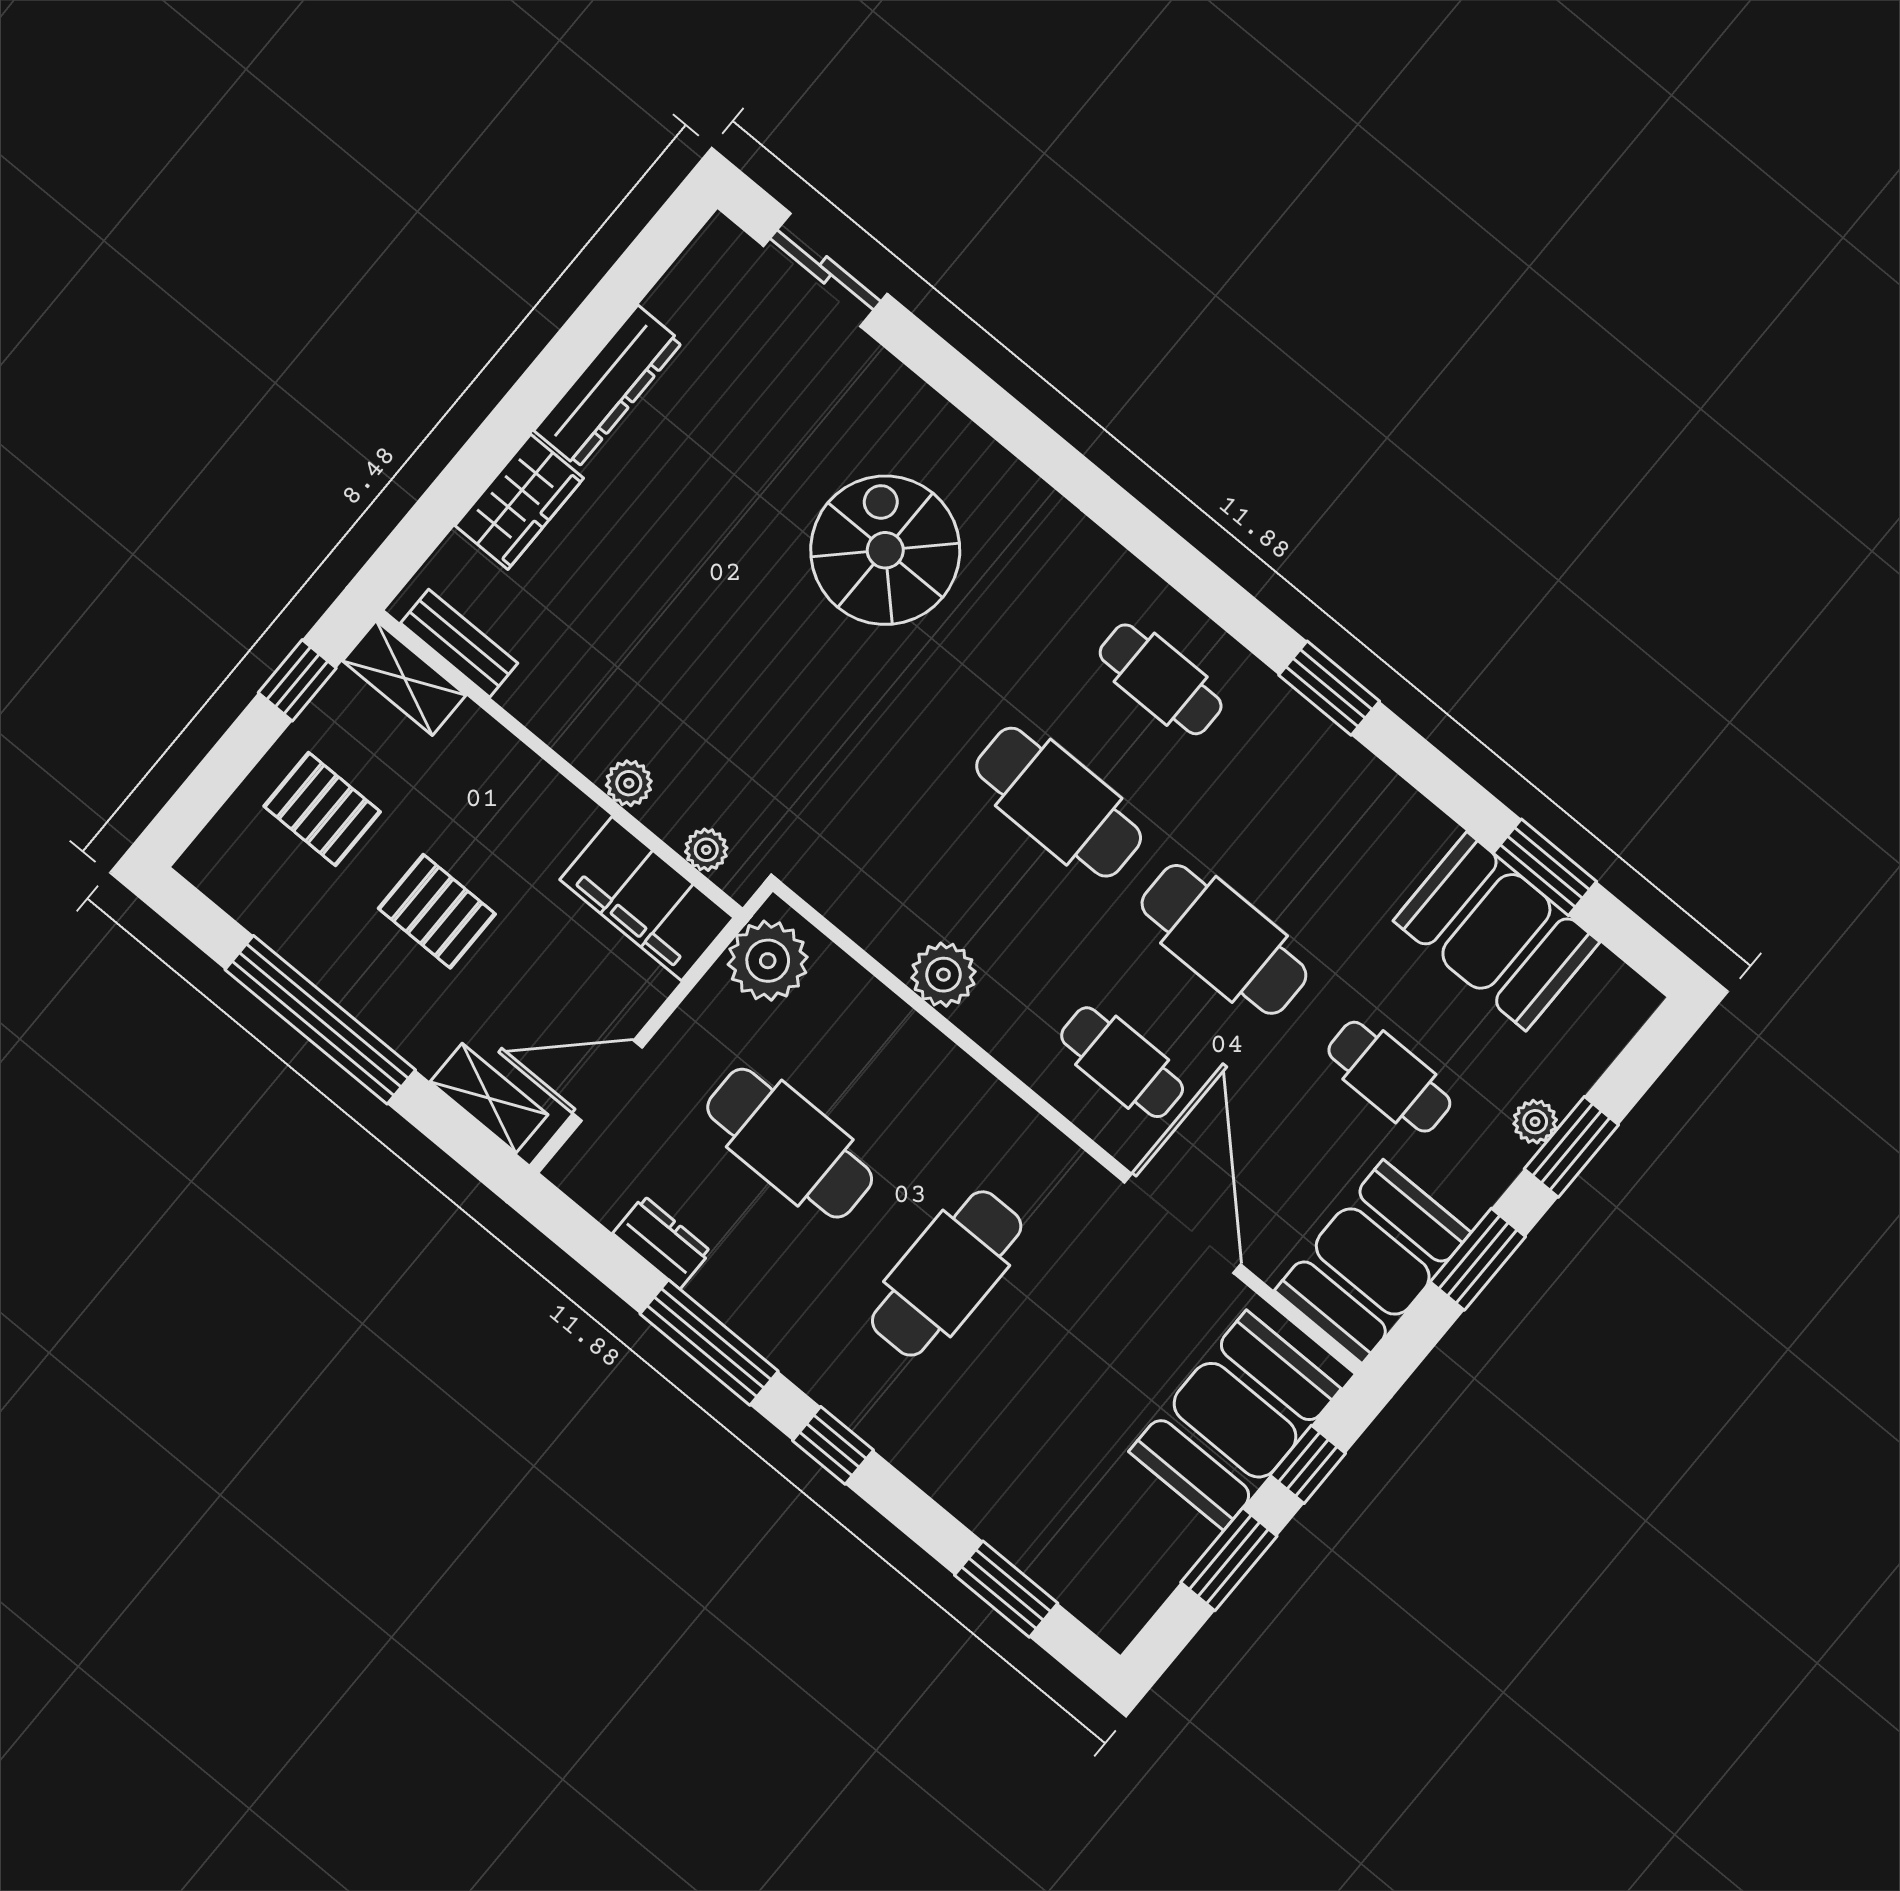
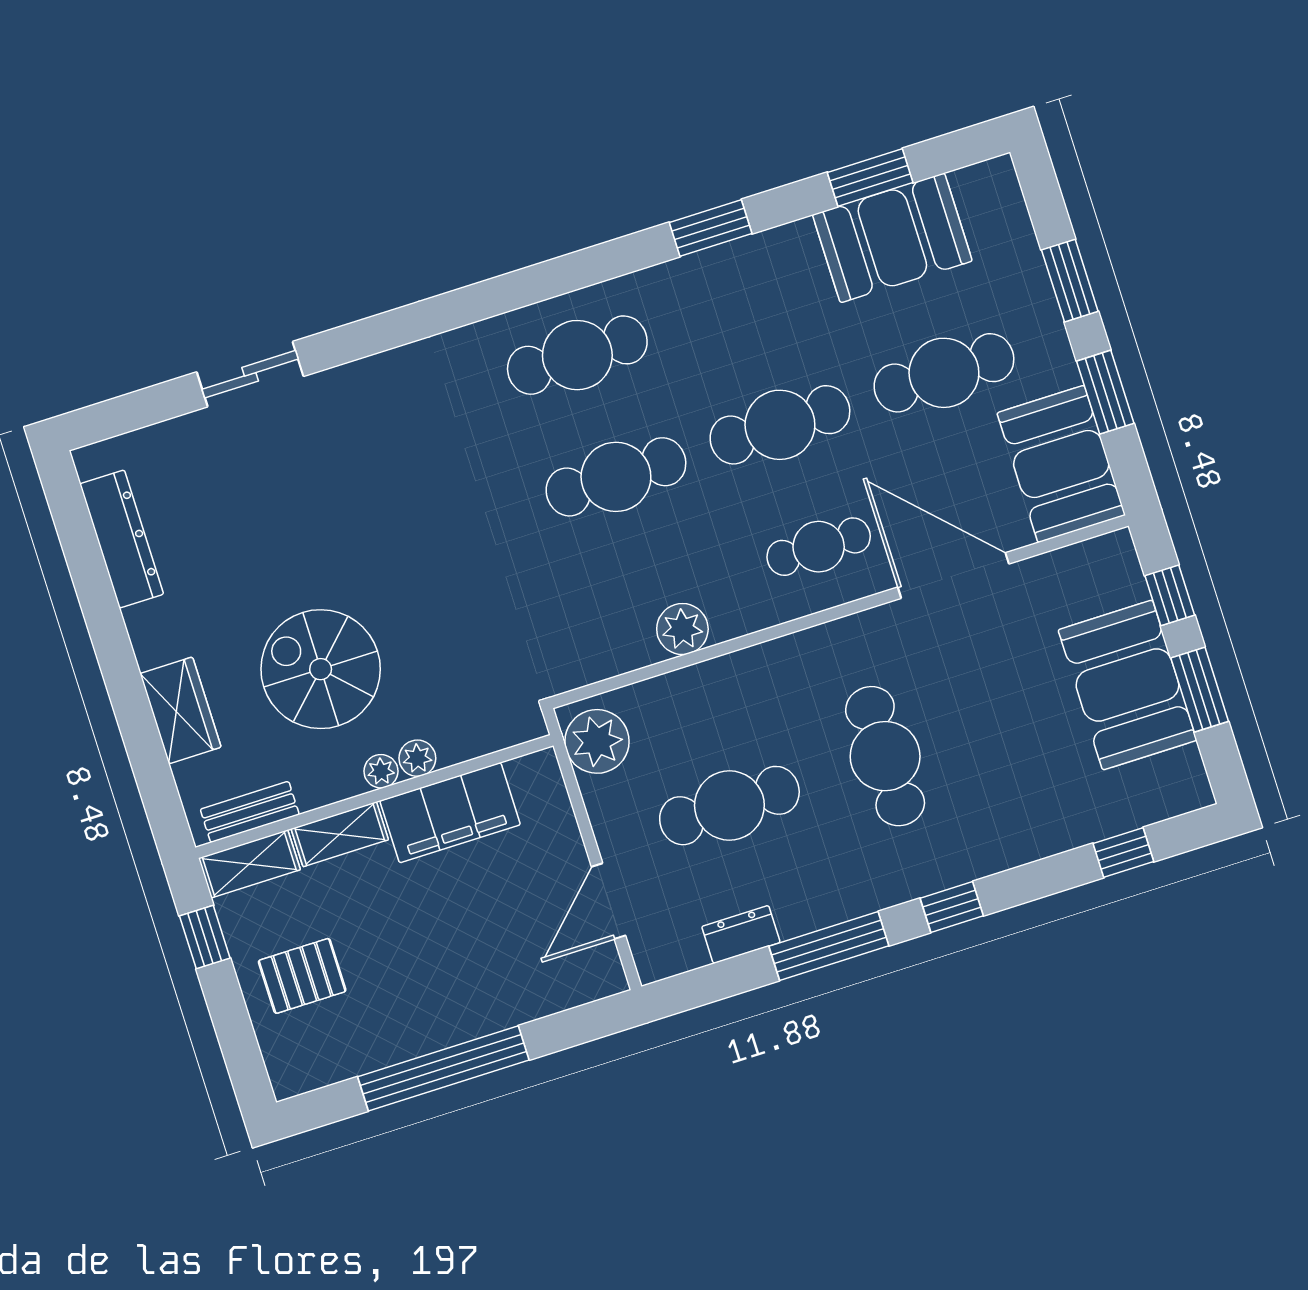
sliding door: (825, 270) -> (250, 374), moved
dresser: (608, 386) -> (122, 539), moved
spiral stairs: (885, 550) -> (321, 669), moved
cafe table: (1161, 679) -> (577, 355), width x1.37, depth x1.35
window: (1329, 688) -> (711, 228), moved
plant: (706, 850) -> (381, 771), moved
filing cabinet: (647, 899) -> (450, 813), moved
pallet: (437, 911) -> (421, 943), removed
cafe table: (1389, 1077) -> (944, 373), width x1.37, depth x1.35
shelving: (489, 1098) -> (340, 834), moved
plant: (1535, 1122) -> (1037, 294), removed
booth: (1235, 1420) -> (1127, 685), moved
window: (1006, 1589) -> (1123, 853), width x0.67

